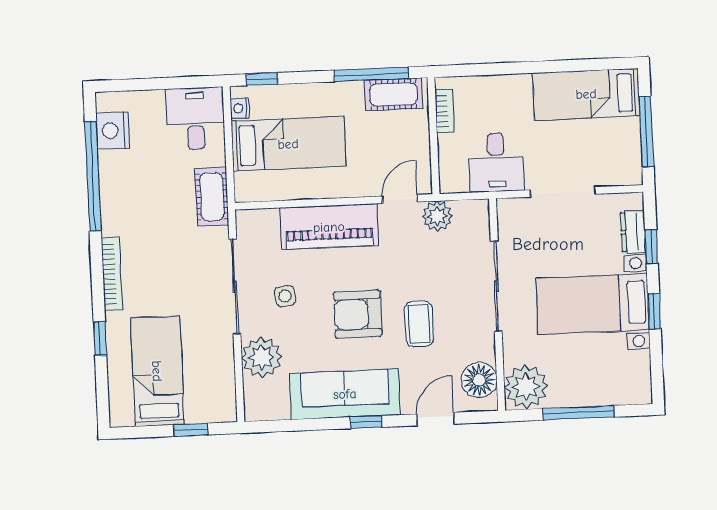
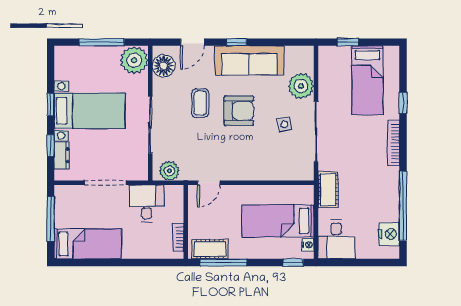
plant: (437, 216) -> (169, 171), moved
piano: (329, 227) -> (254, 167), removed

